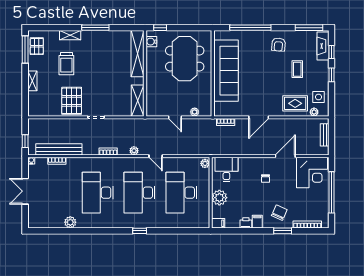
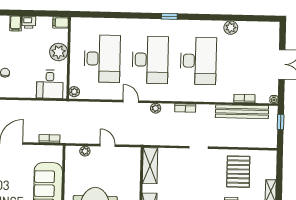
pallet: (72, 101) -> (238, 172), moved
window: (140, 231) -> (169, 16), moved

